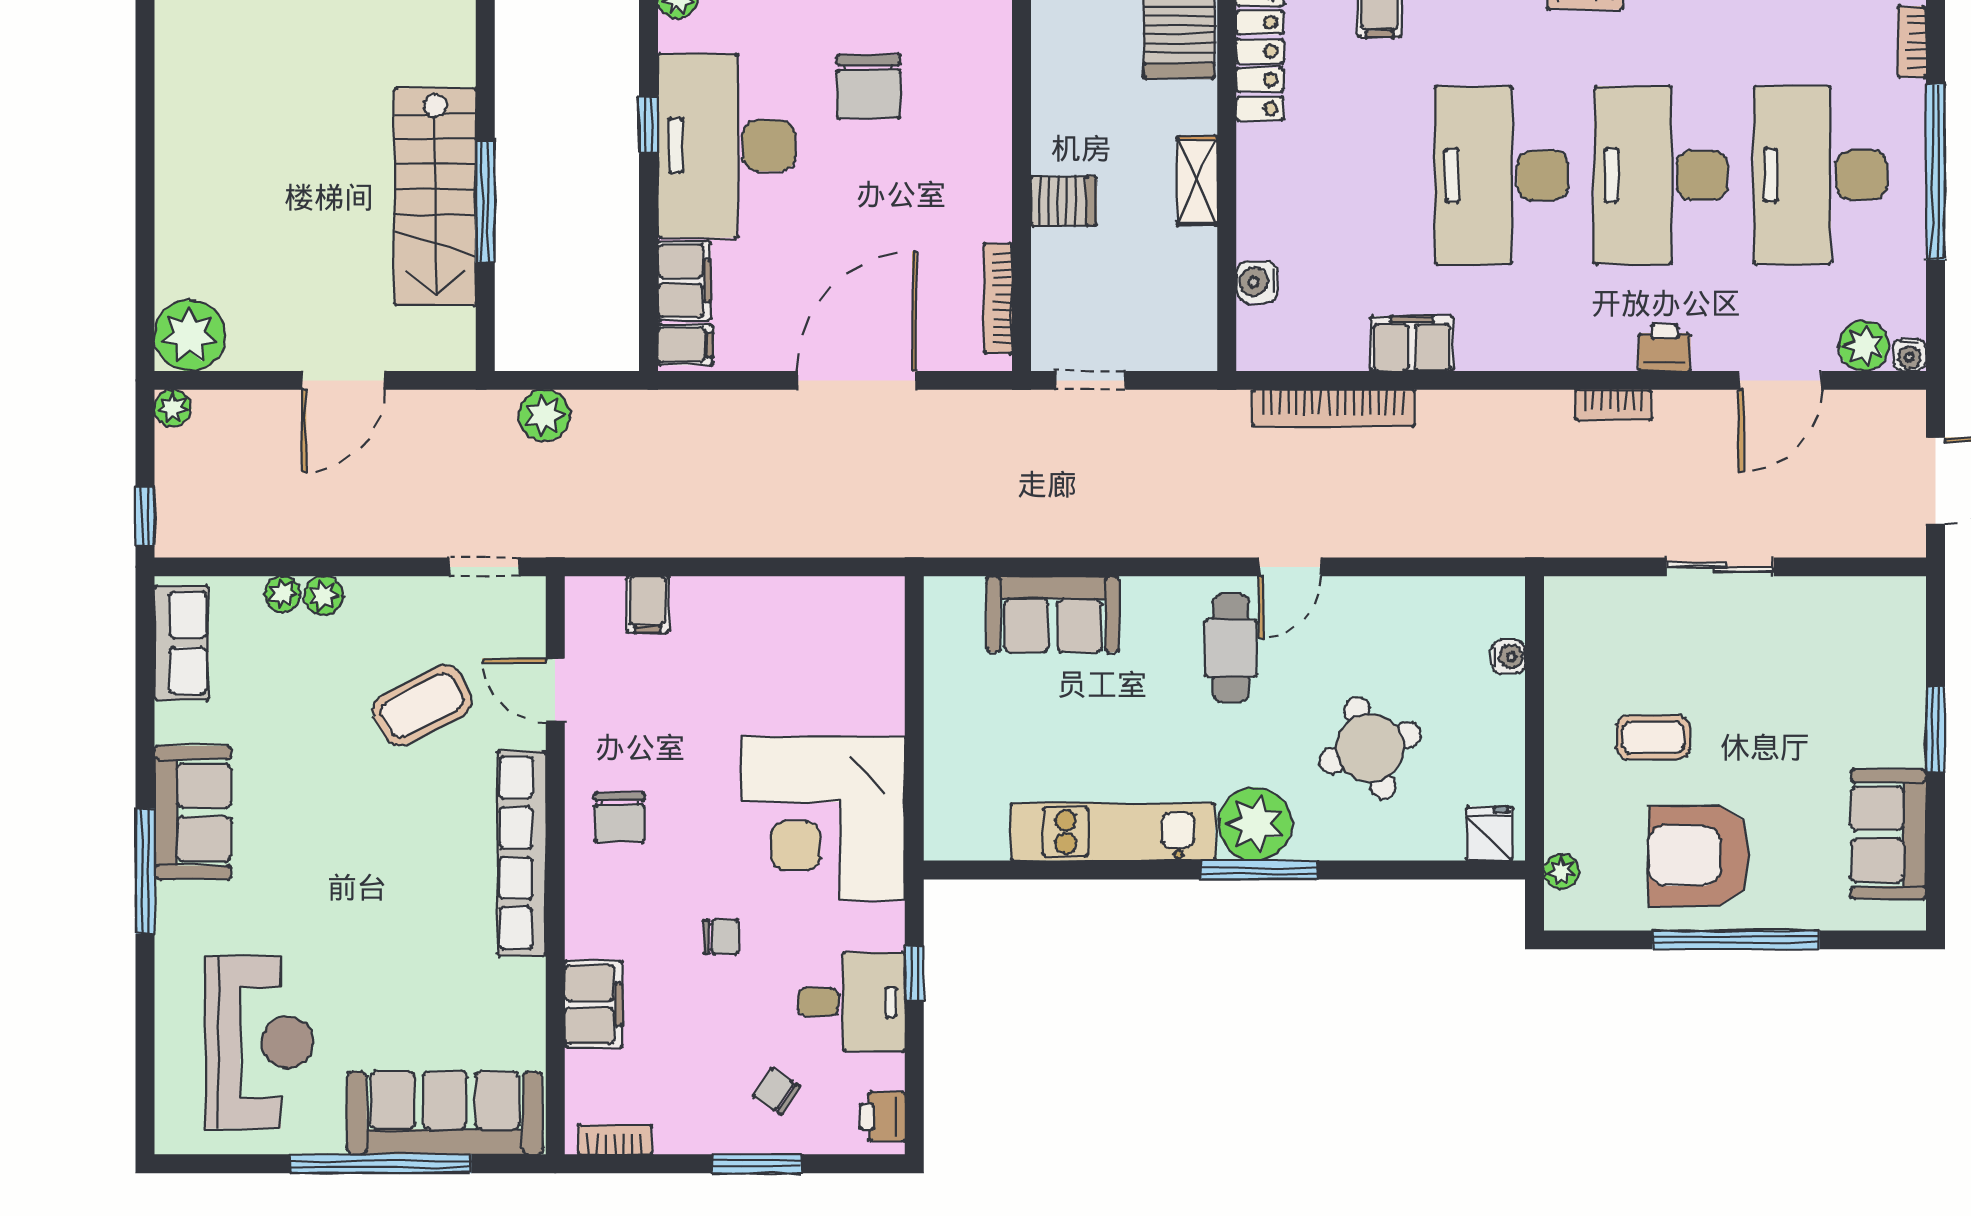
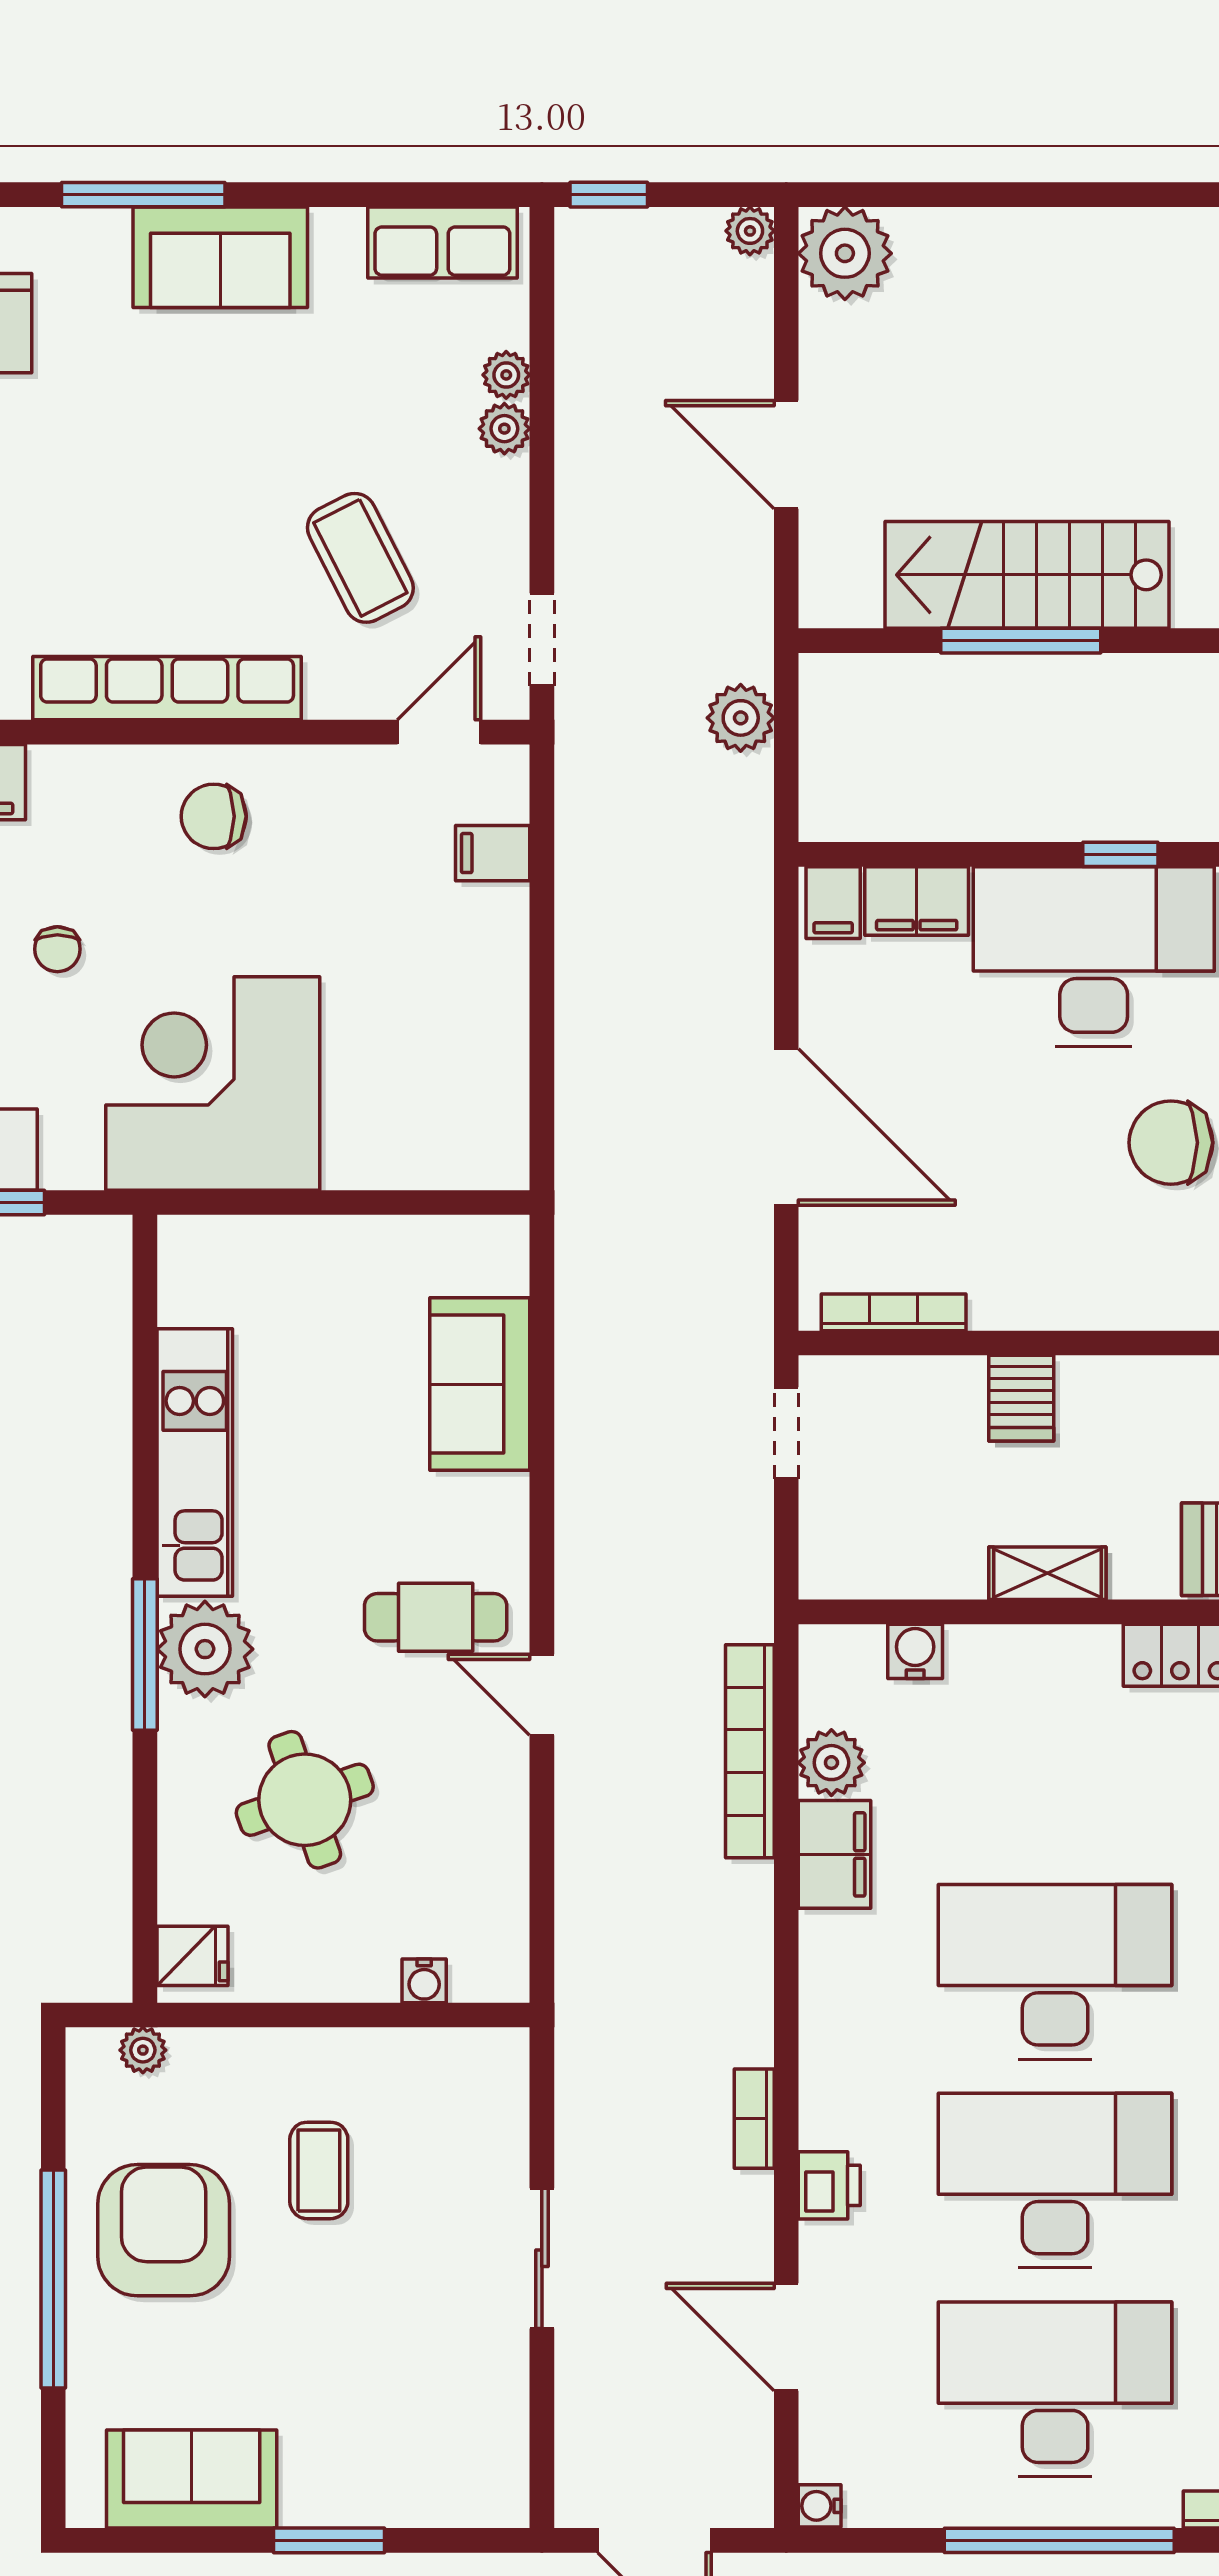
plant: (1864, 346) -> (831, 1763), moved
door: (555, 690) -> (439, 732), moved

